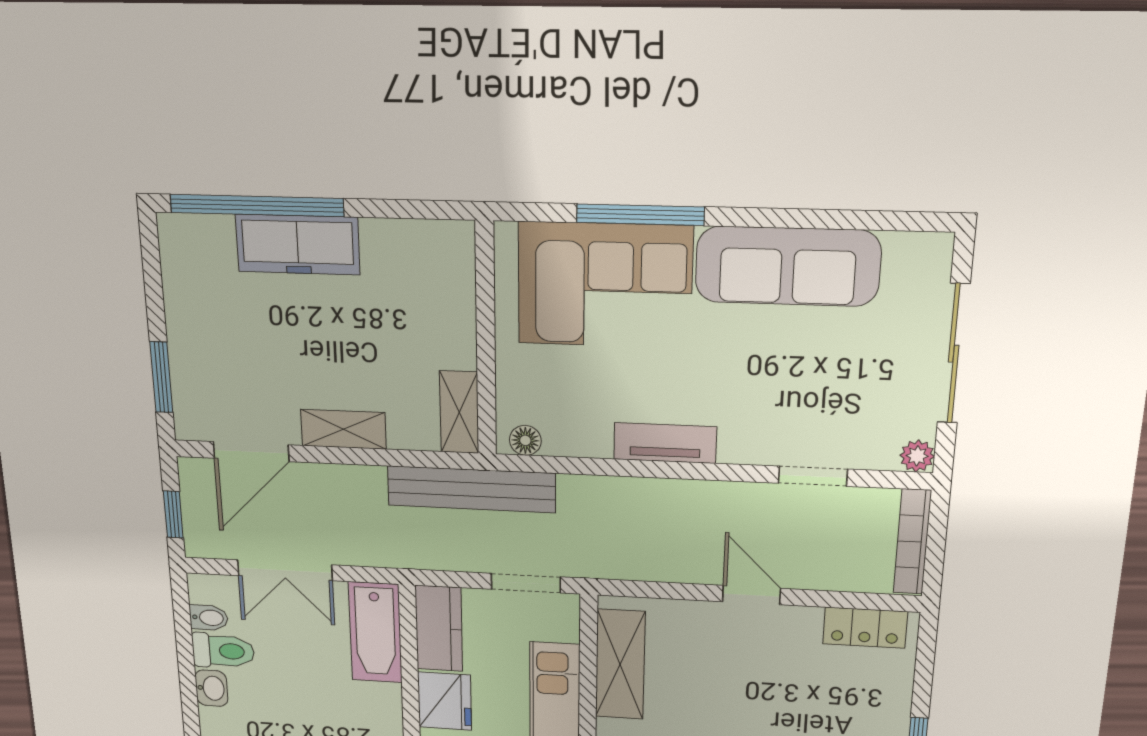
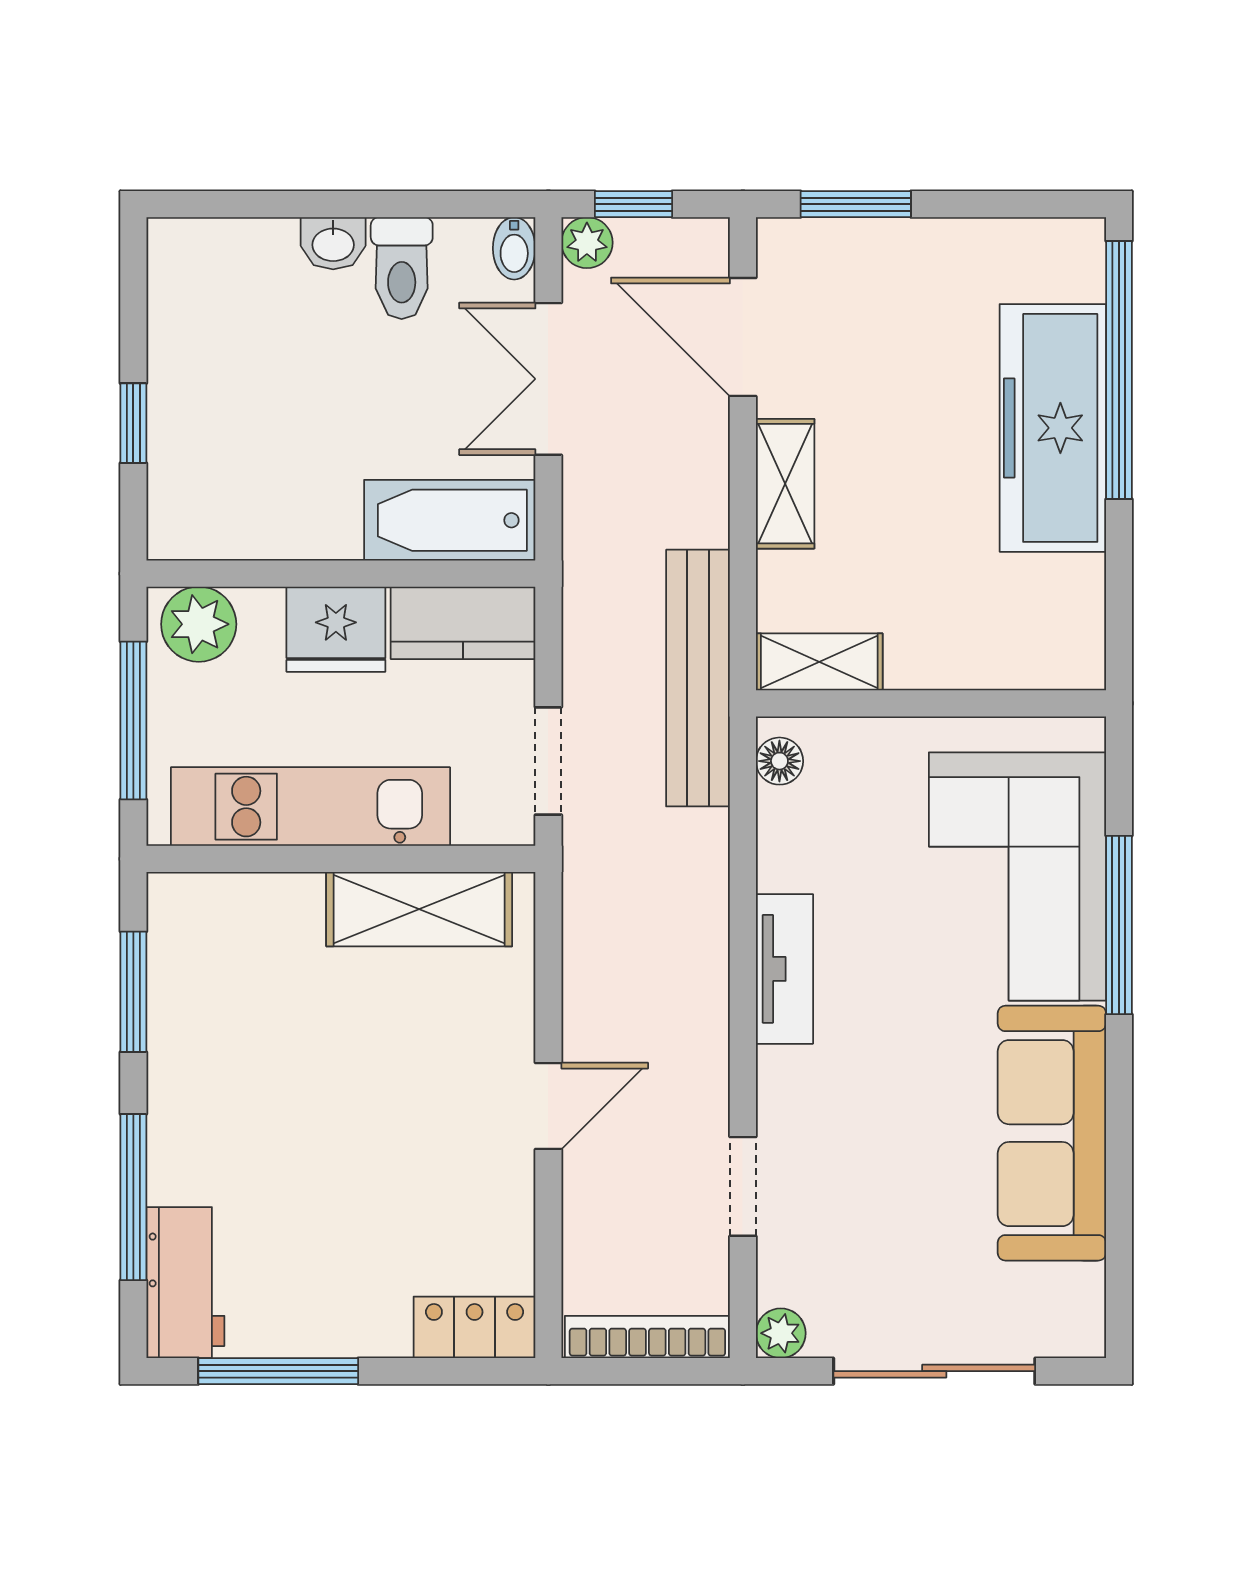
freezer: (298, 245) -> (1053, 428), width x1.36, depth x1.26
plant: (199, 543) -> (587, 243), added
bidet: (209, 618) -> (514, 248), moved
locker: (865, 628) -> (475, 1327), moved, turned 90

